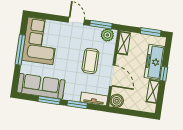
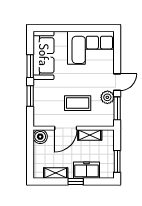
plant: (107, 35) -> (107, 97), moved
shelving: (124, 43) -> (90, 135), moved
window: (20, 50) -> (78, 28), removed
freezer: (155, 62) -> (86, 170), width x0.71
tv unit: (94, 99) -> (39, 113), removed

